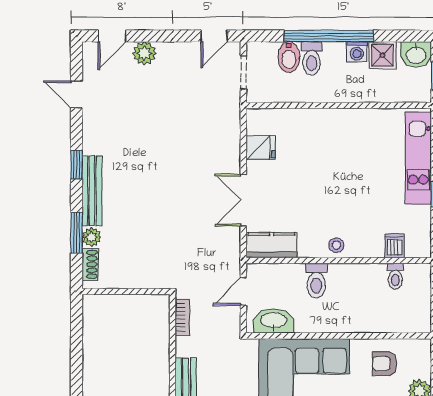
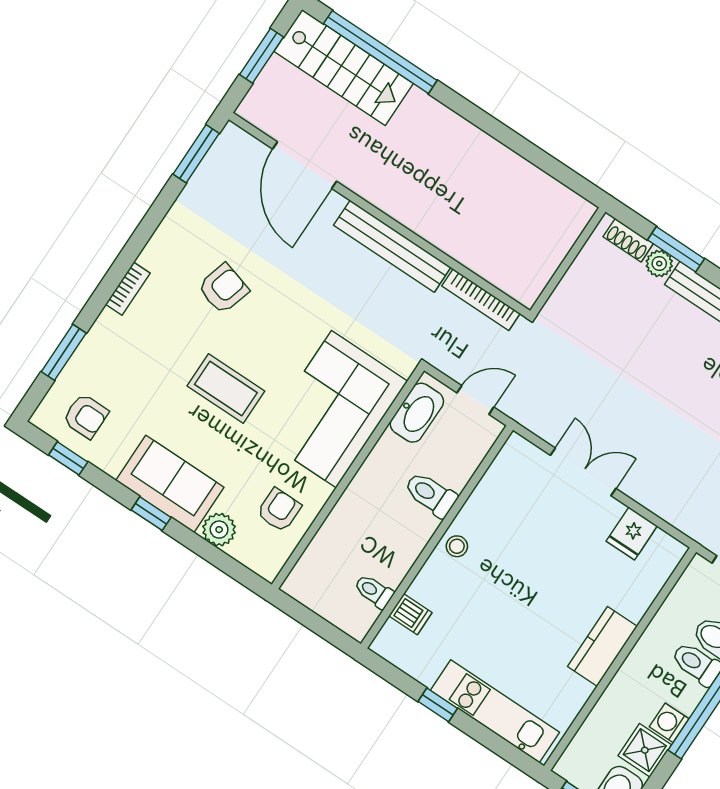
kitchen counter: (271, 245) -> (602, 646), moved, turned 180
door: (243, 292) -> (475, 400), hinge flipped
bookcase: (182, 317) -> (481, 300), width x1.56

